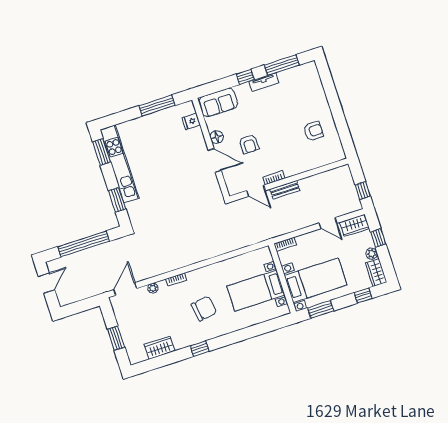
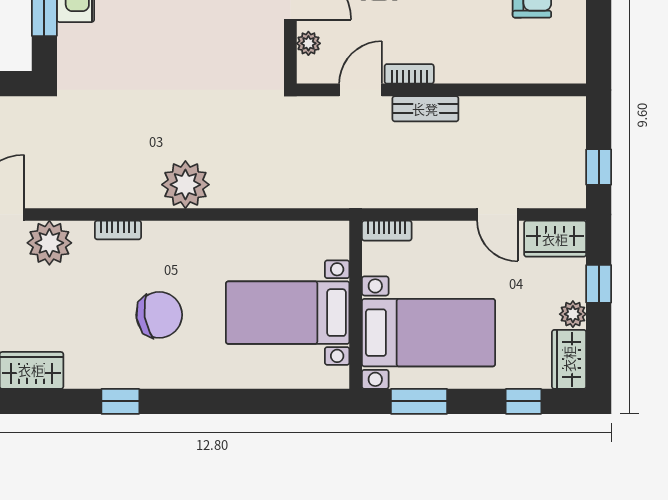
plant: (229, 179) -> (308, 43), added
door: (256, 191) -> (360, 90), swing flipped
plant: (197, 252) -> (185, 185), added
plant: (153, 288) -> (49, 243), width x1.88, depth x1.88

